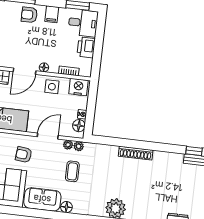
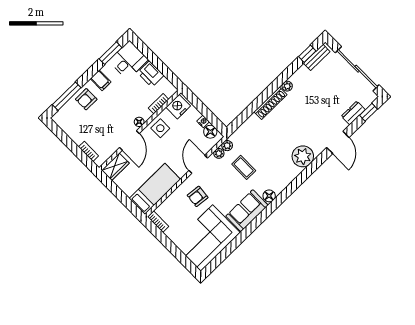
plant: (158, 155) -> (287, 86), added

